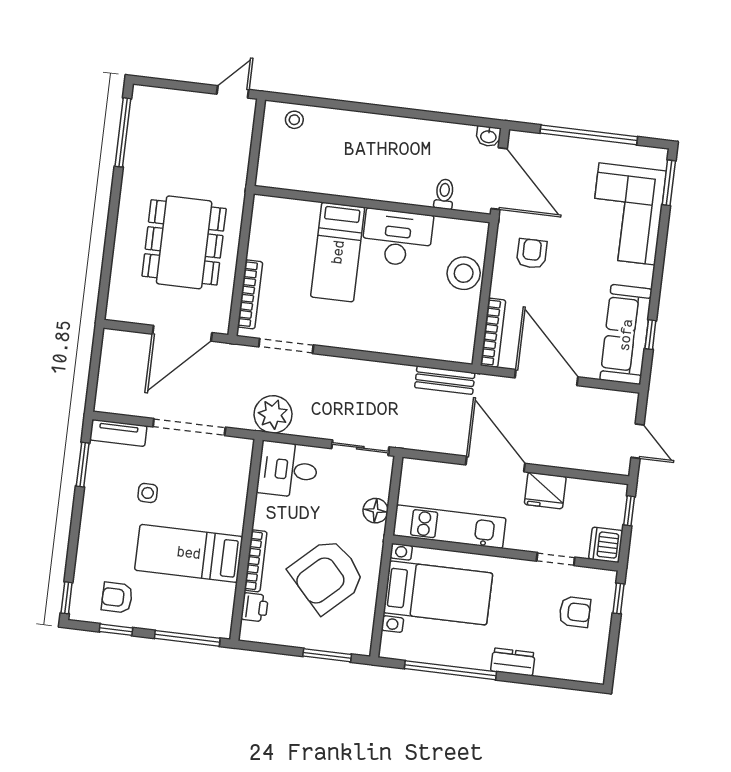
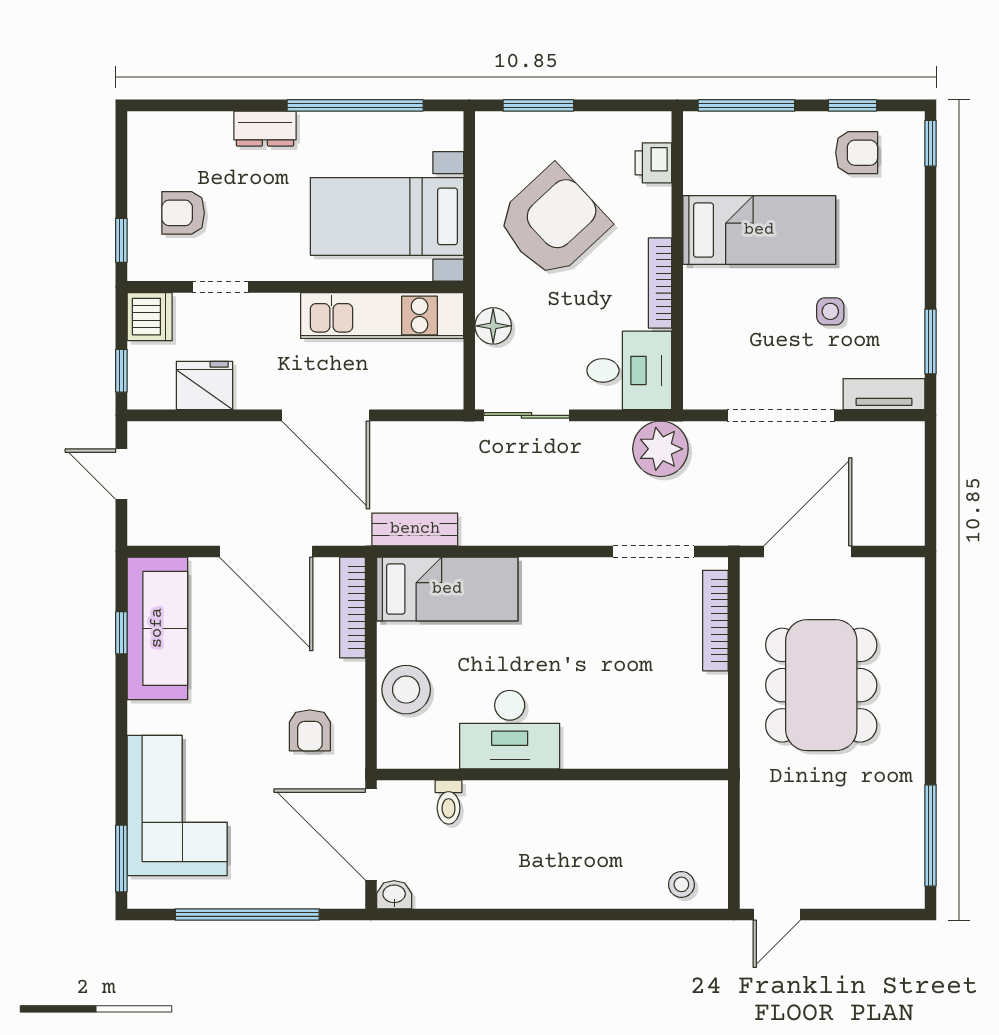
bed: (338, 252) -> (447, 589), moved, turned 90
fridge: (545, 491) -> (204, 385), moved
bookcase: (256, 561) -> (660, 283), moved

